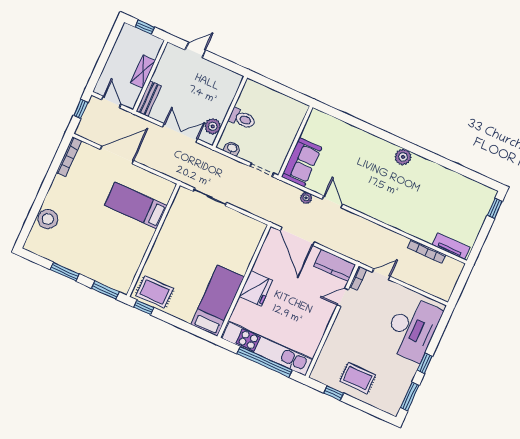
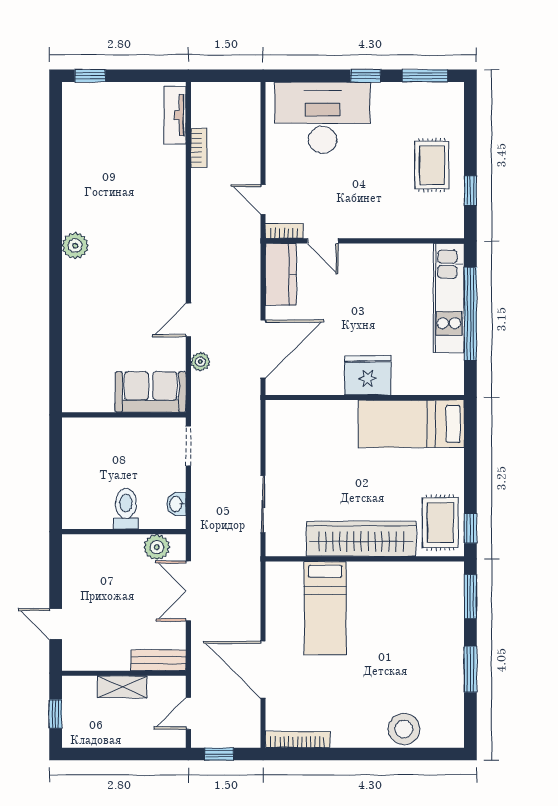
wardrobe: (166, 243) -> (361, 539), added
bookcase: (427, 251) -> (199, 148), width x0.64
kitchen unit: (267, 349) -> (449, 298), width x0.73

